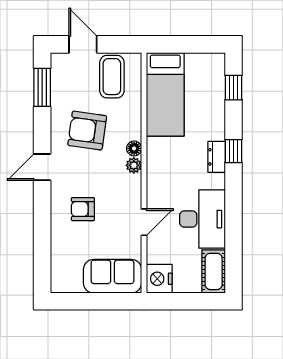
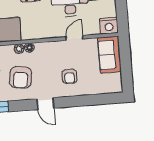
plant: (134, 165) -> (19, 49), moved
door: (144, 222) -> (75, 38), hinge flipped

